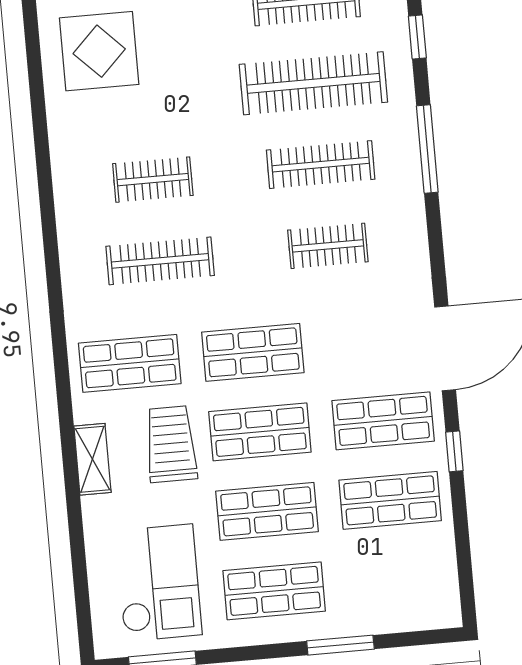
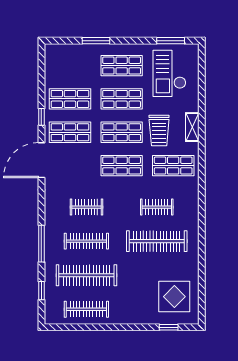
clothes rail: (153, 180) -> (157, 241), width x1.86, depth x1.31
clothes rail: (160, 261) -> (157, 207), width x0.73

